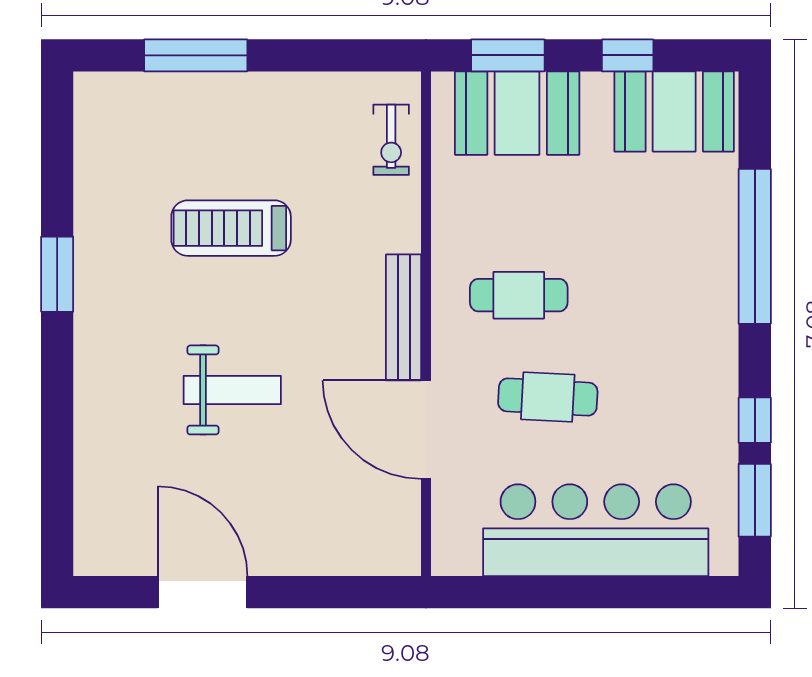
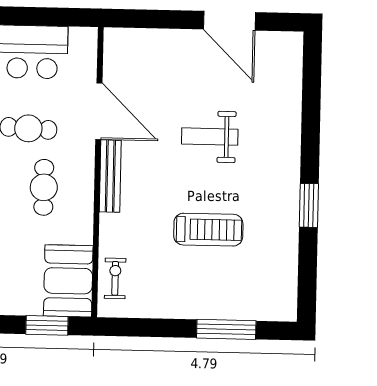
booth: (517, 113) -> (68, 281), moved, turned 90
cafe table: (519, 295) -> (44, 187), turned 90

